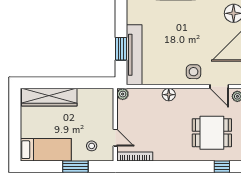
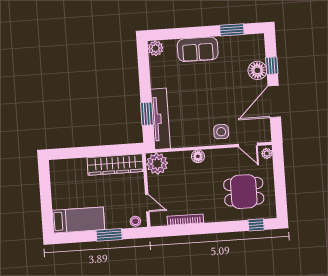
plant: (123, 94) -> (157, 164), width x1.88, depth x1.88
wardrobe: (49, 97) -> (115, 165), moved
stool: (92, 146) -> (135, 221), moved
bookcase: (135, 157) -> (185, 220), moved

